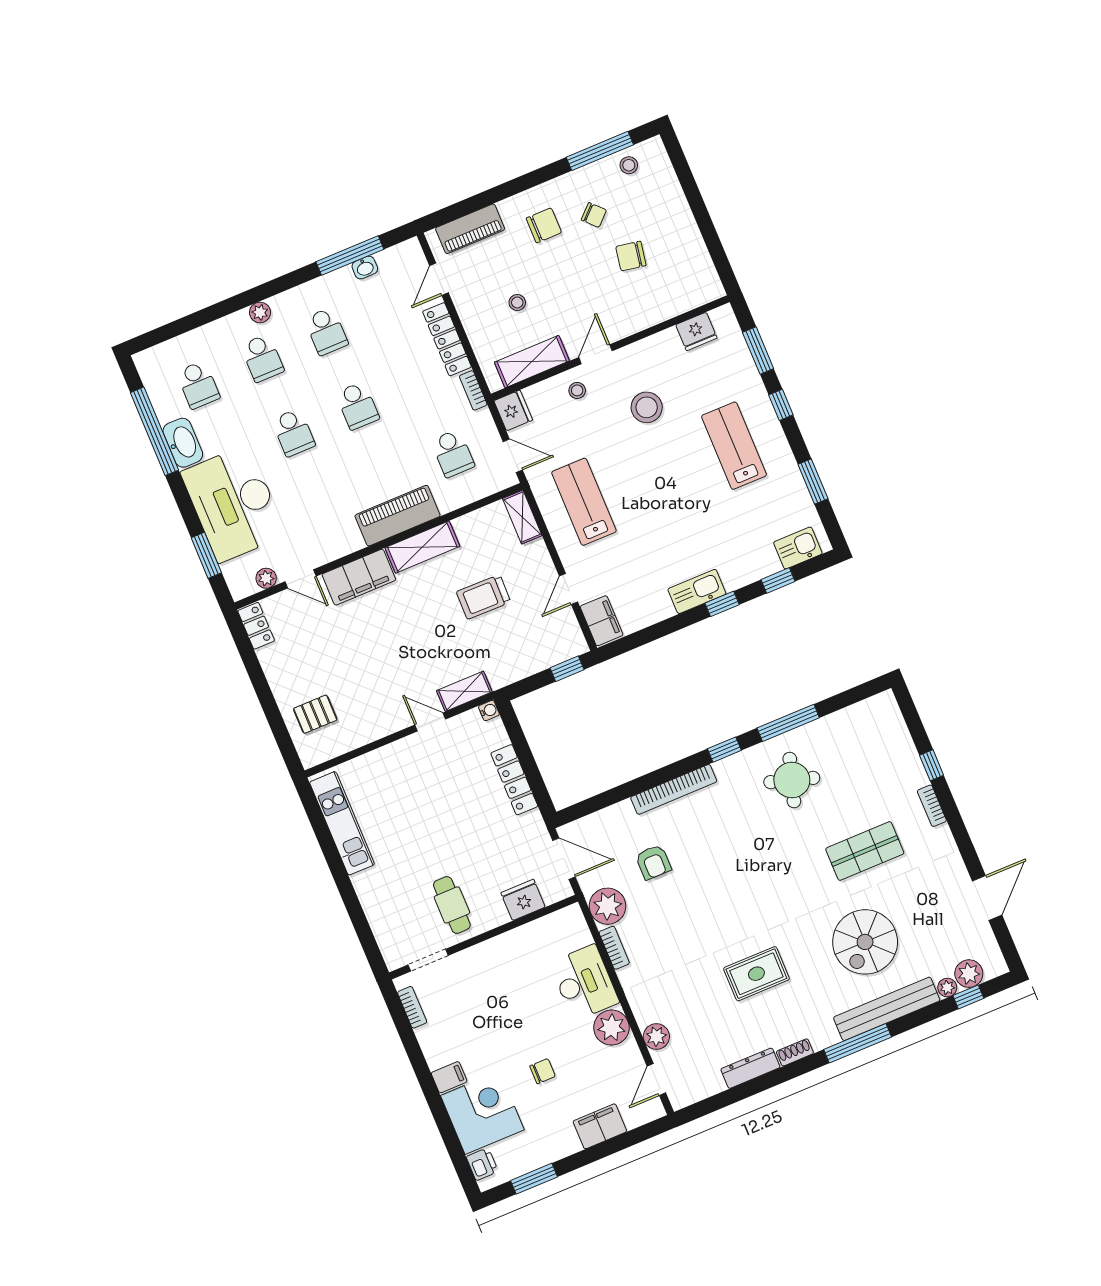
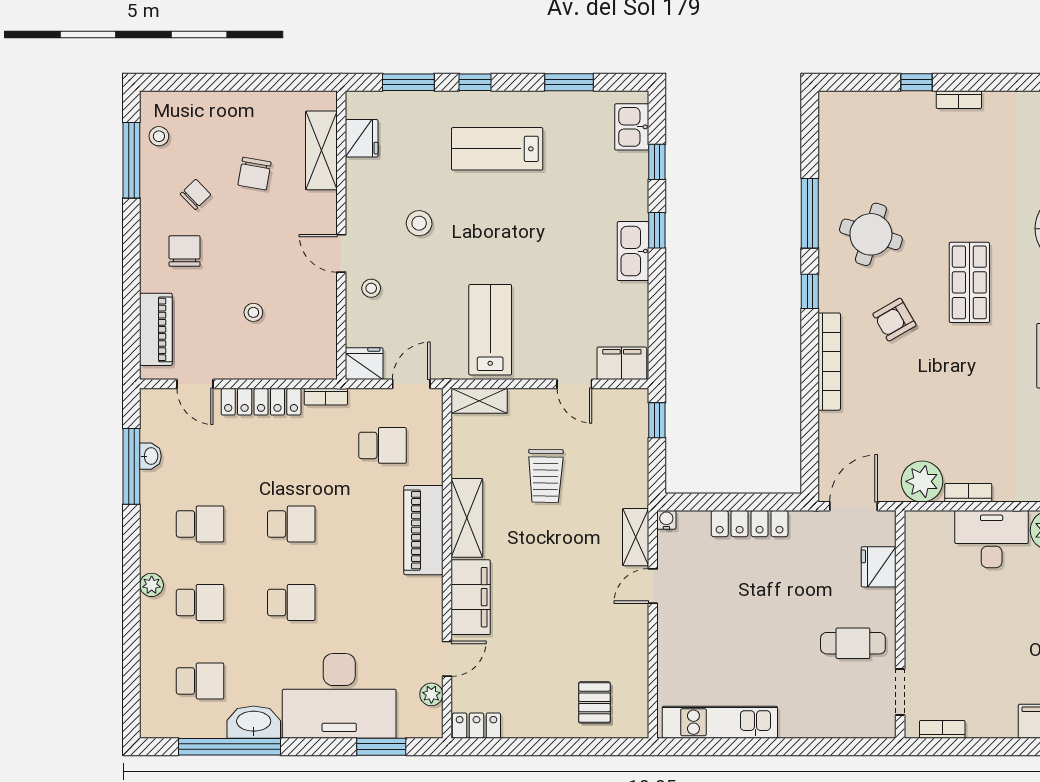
shelving: (532, 362) -> (321, 150), moved
stool: (647, 407) -> (419, 223), width x0.73, depth x0.73
lab bench: (584, 502) -> (490, 330), turned 90
shop shelf: (865, 851) -> (969, 282), moved
armchair: (653, 862) -> (894, 320), moved, turned 150

